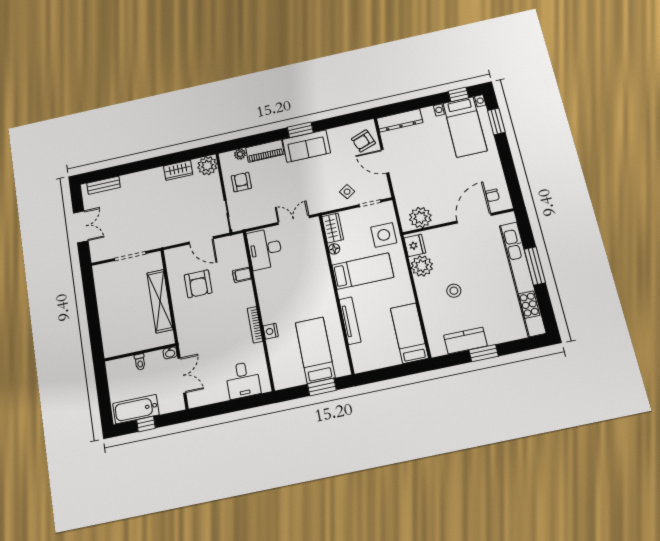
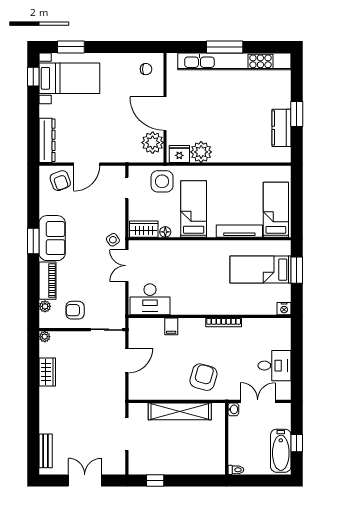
plant: (207, 166) -> (45, 337), width x0.53, depth x0.53
side table: (347, 192) -> (113, 240), moved
door: (474, 218) -> (165, 114), moved
armchair: (198, 284) -> (203, 377), moved, turned -74
stool: (454, 291) -> (232, 127), removed
window: (90, 292) -> (155, 480), added
nightstand: (271, 331) -> (284, 309), moved
bed: (409, 333) -> (276, 210), moved, turned 90
toilet: (140, 362) -> (236, 470), moved
desk: (243, 380) -> (275, 366), moved

